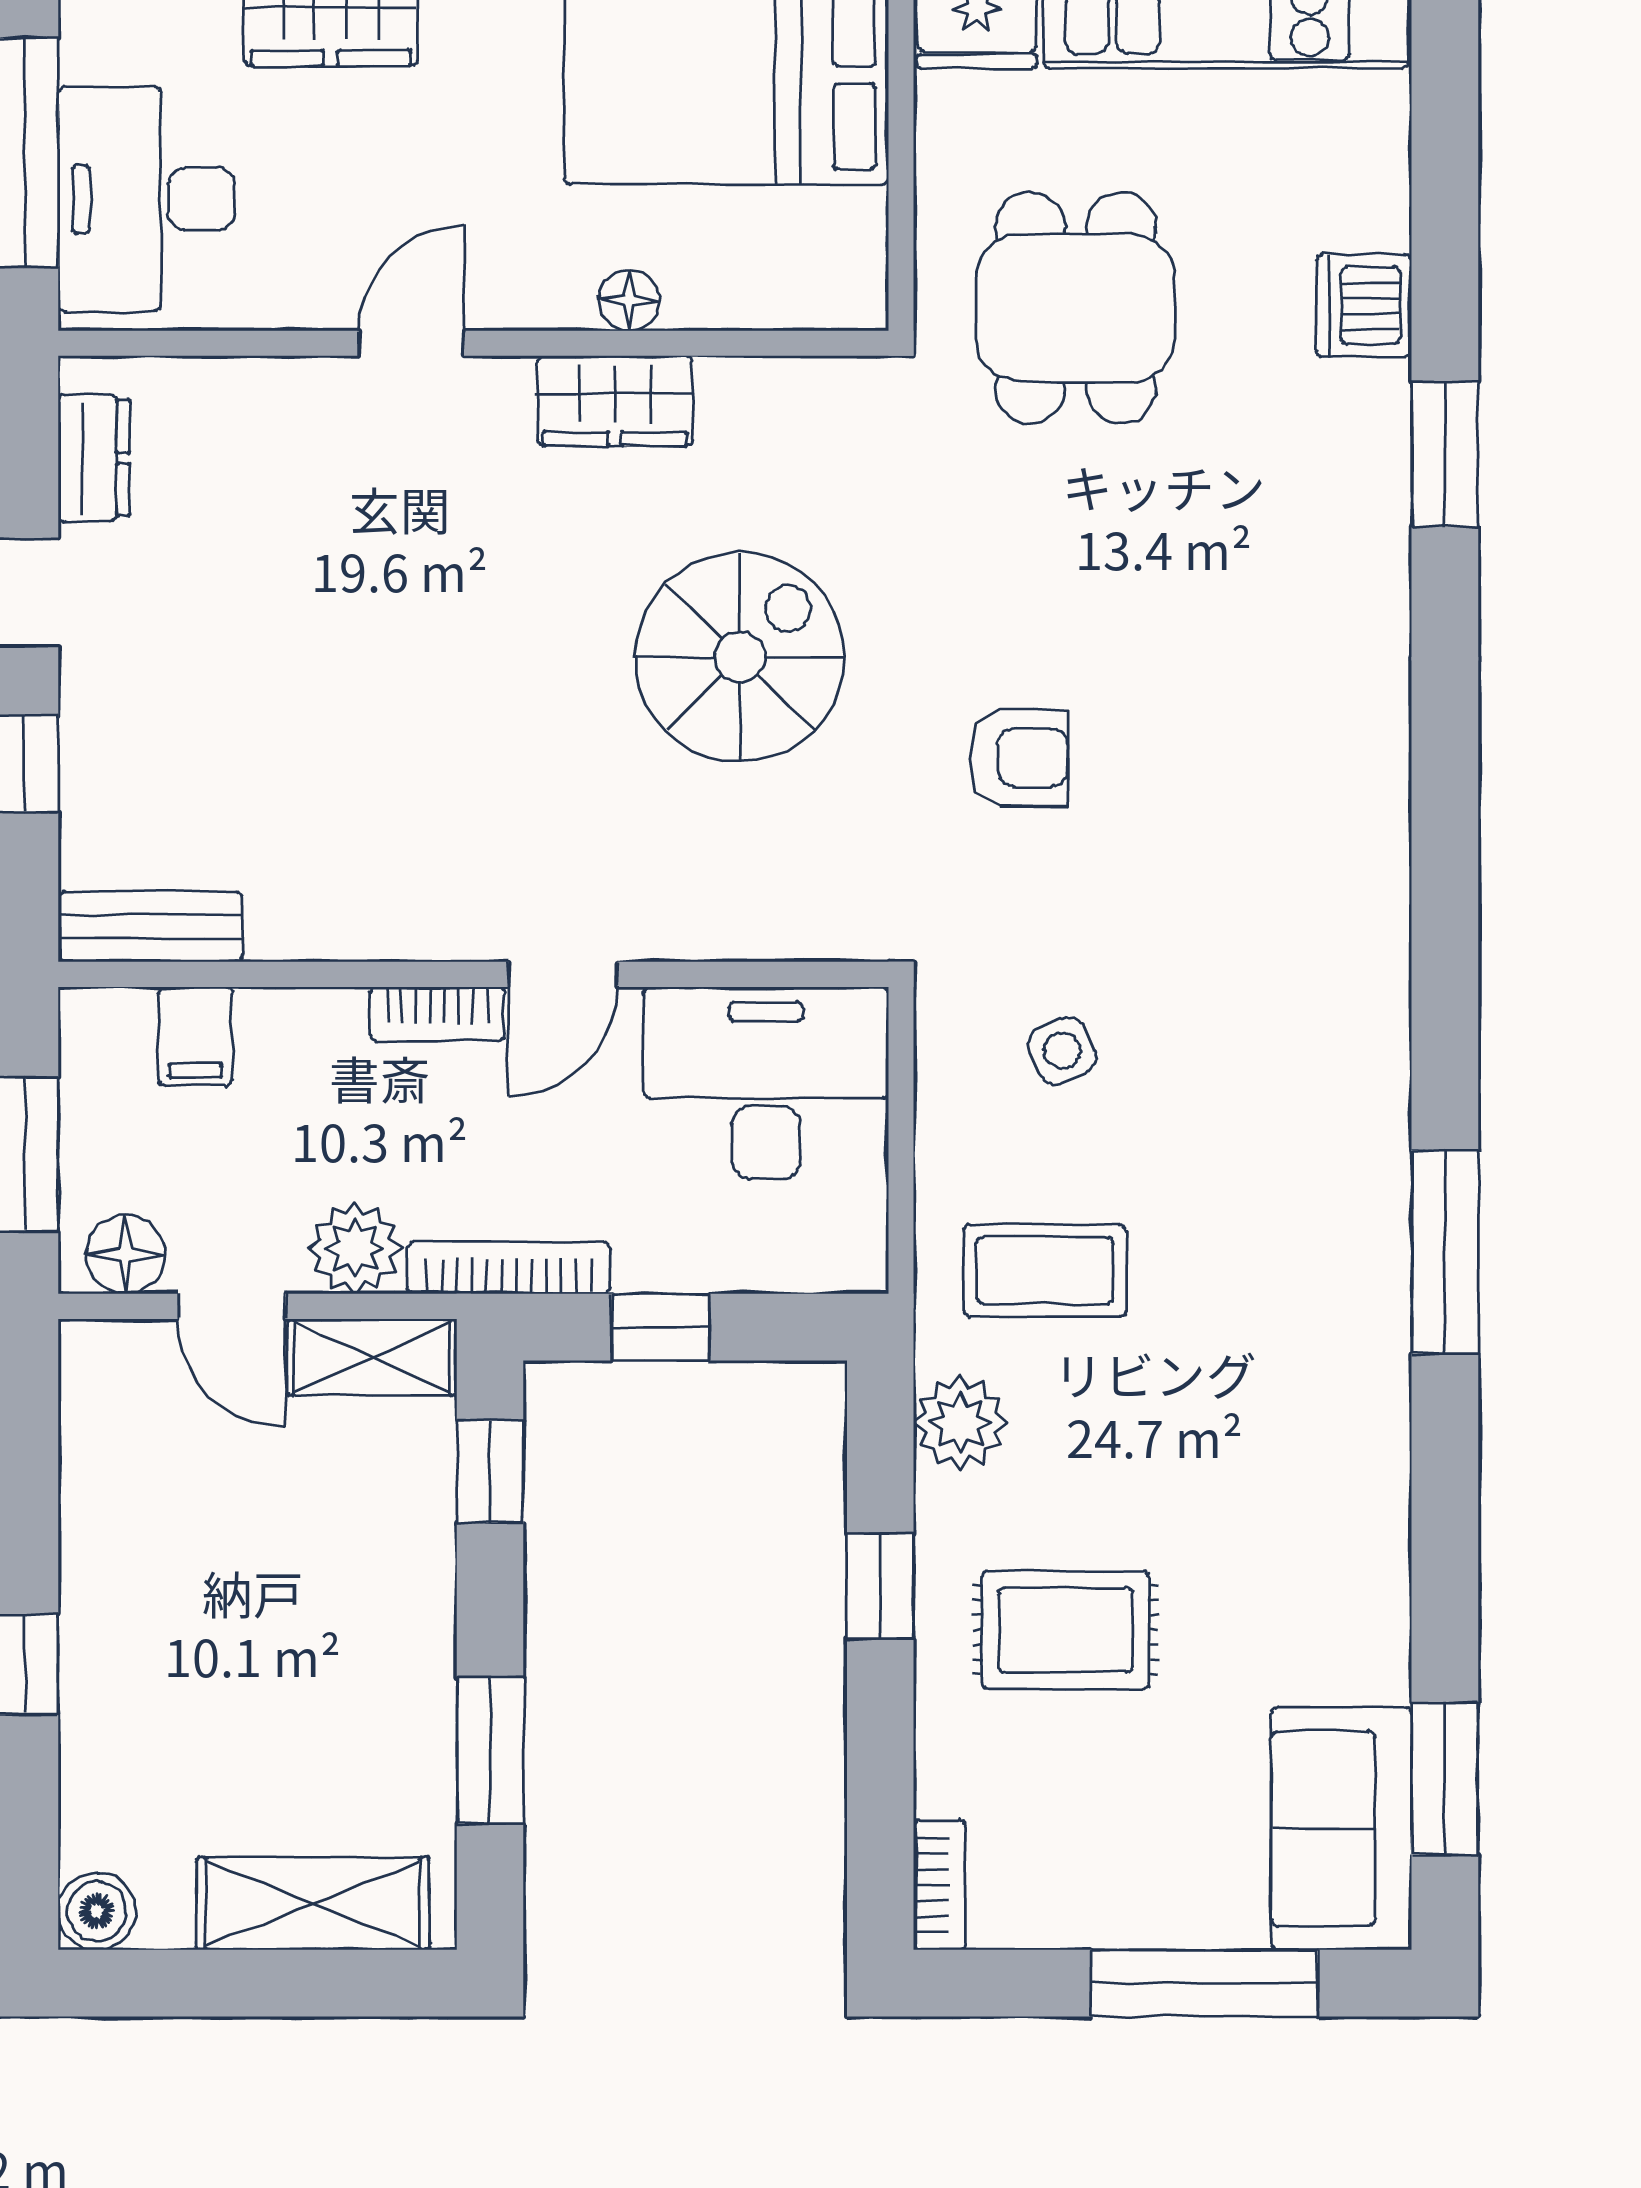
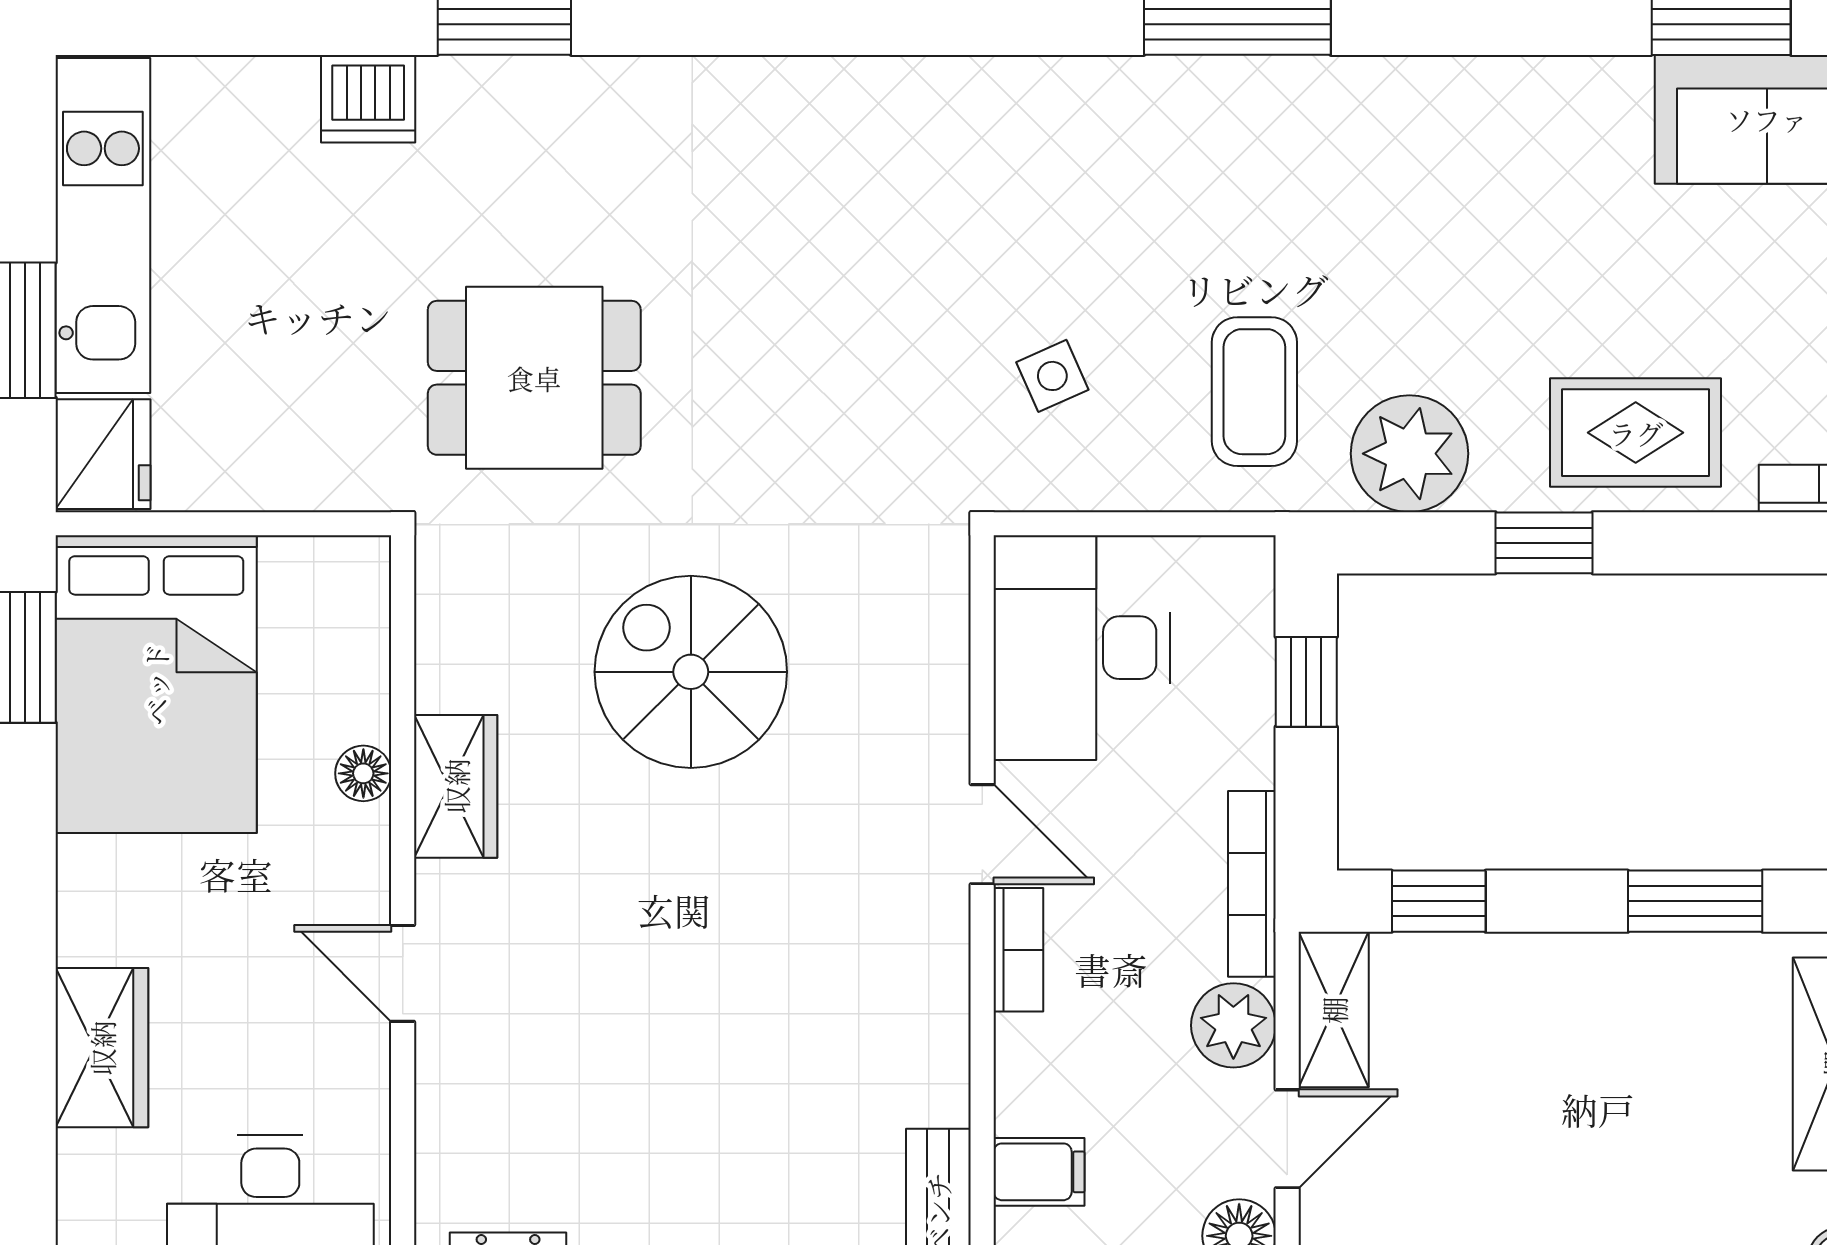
dining table: (1076, 308) -> (534, 378), moved
armchair: (1019, 758) -> (783, 416), removed
window: (661, 1327) -> (1306, 682), moved
plant: (960, 1423) -> (1409, 454), width x1.36, depth x1.36
rug: (1066, 1630) -> (1636, 433), moved, turned 90

